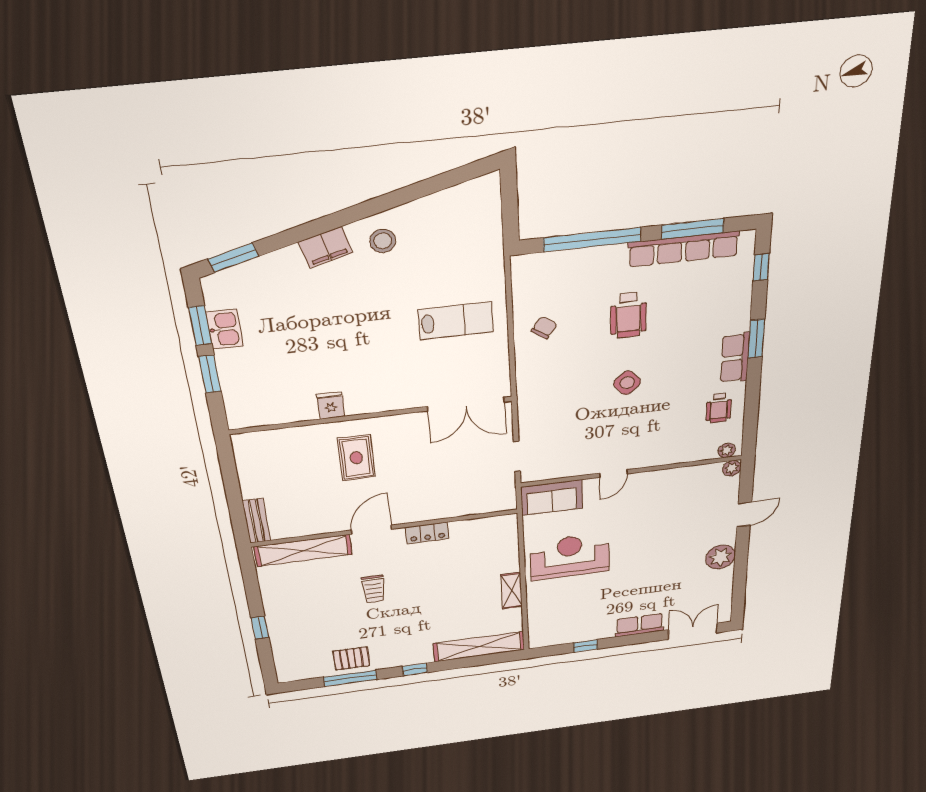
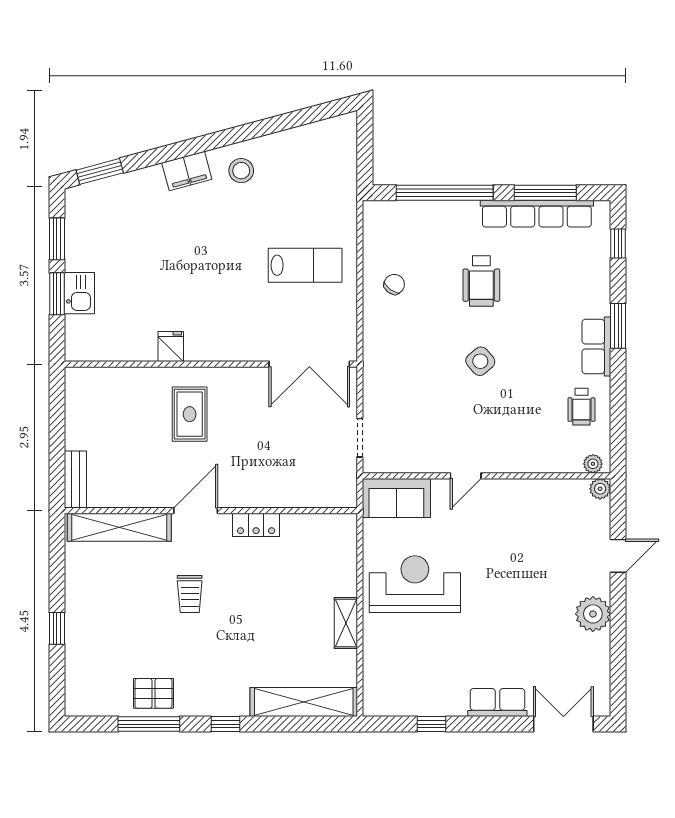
kitchen sink: (225, 329) -> (79, 293), moved

